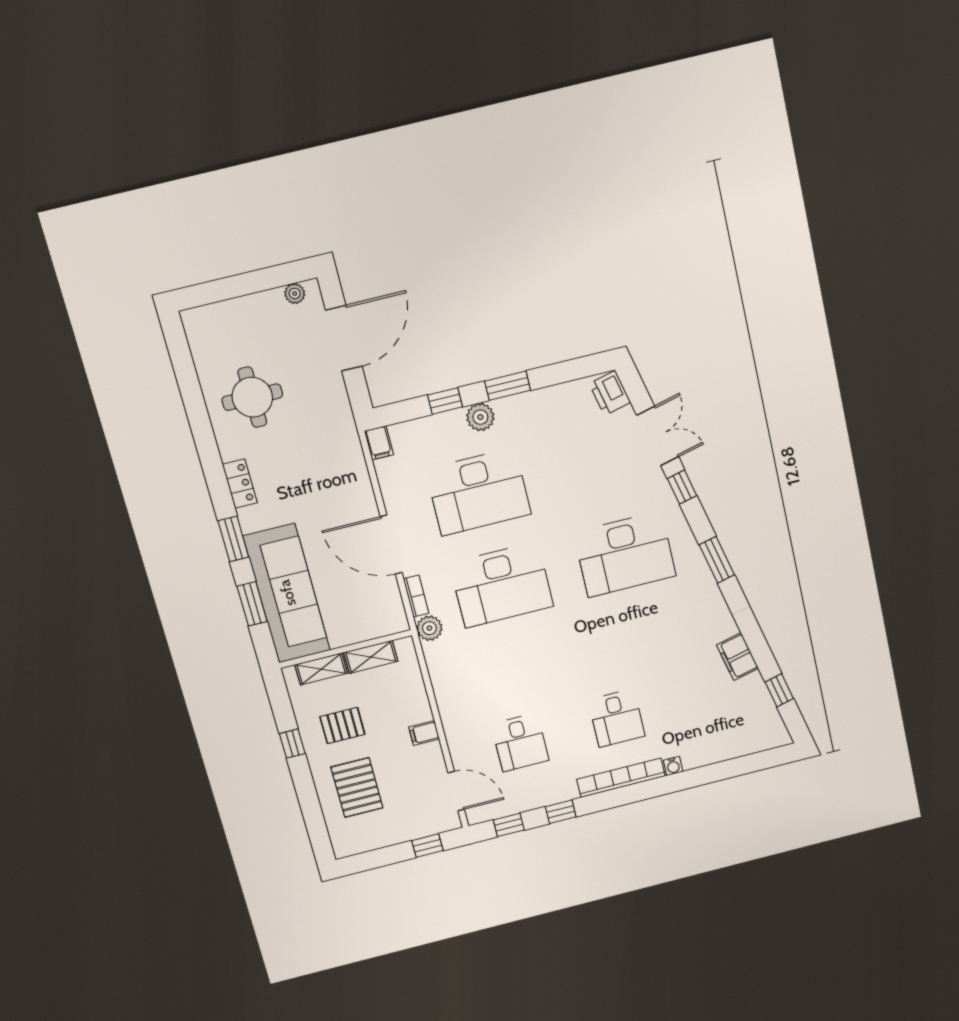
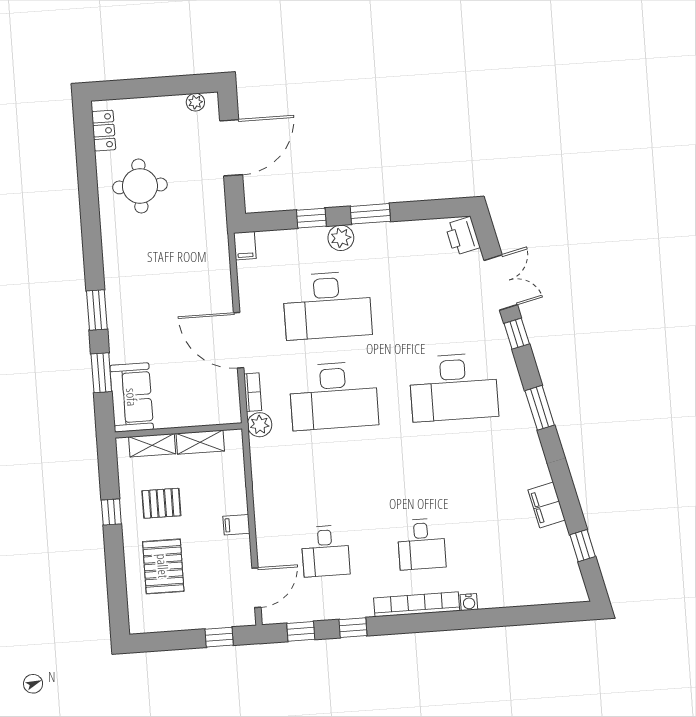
locker: (240, 484) -> (104, 131), moved
sofa: (287, 593) -> (132, 397), width x0.54, depth x0.79
door: (456, 791) -> (256, 588), hinge flipped

